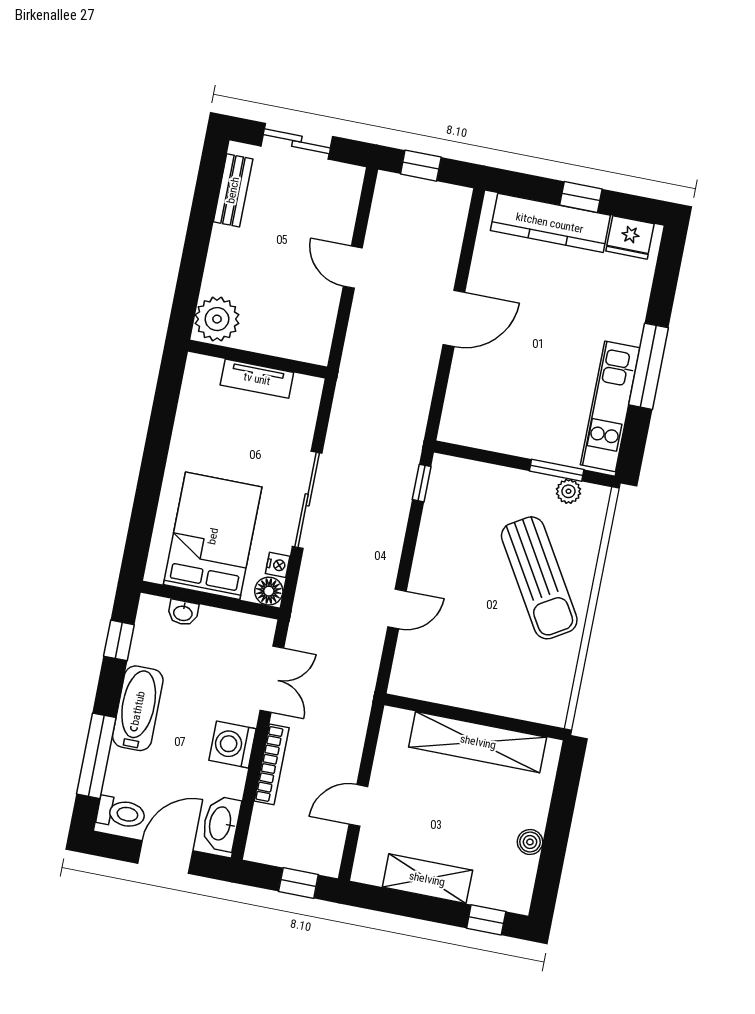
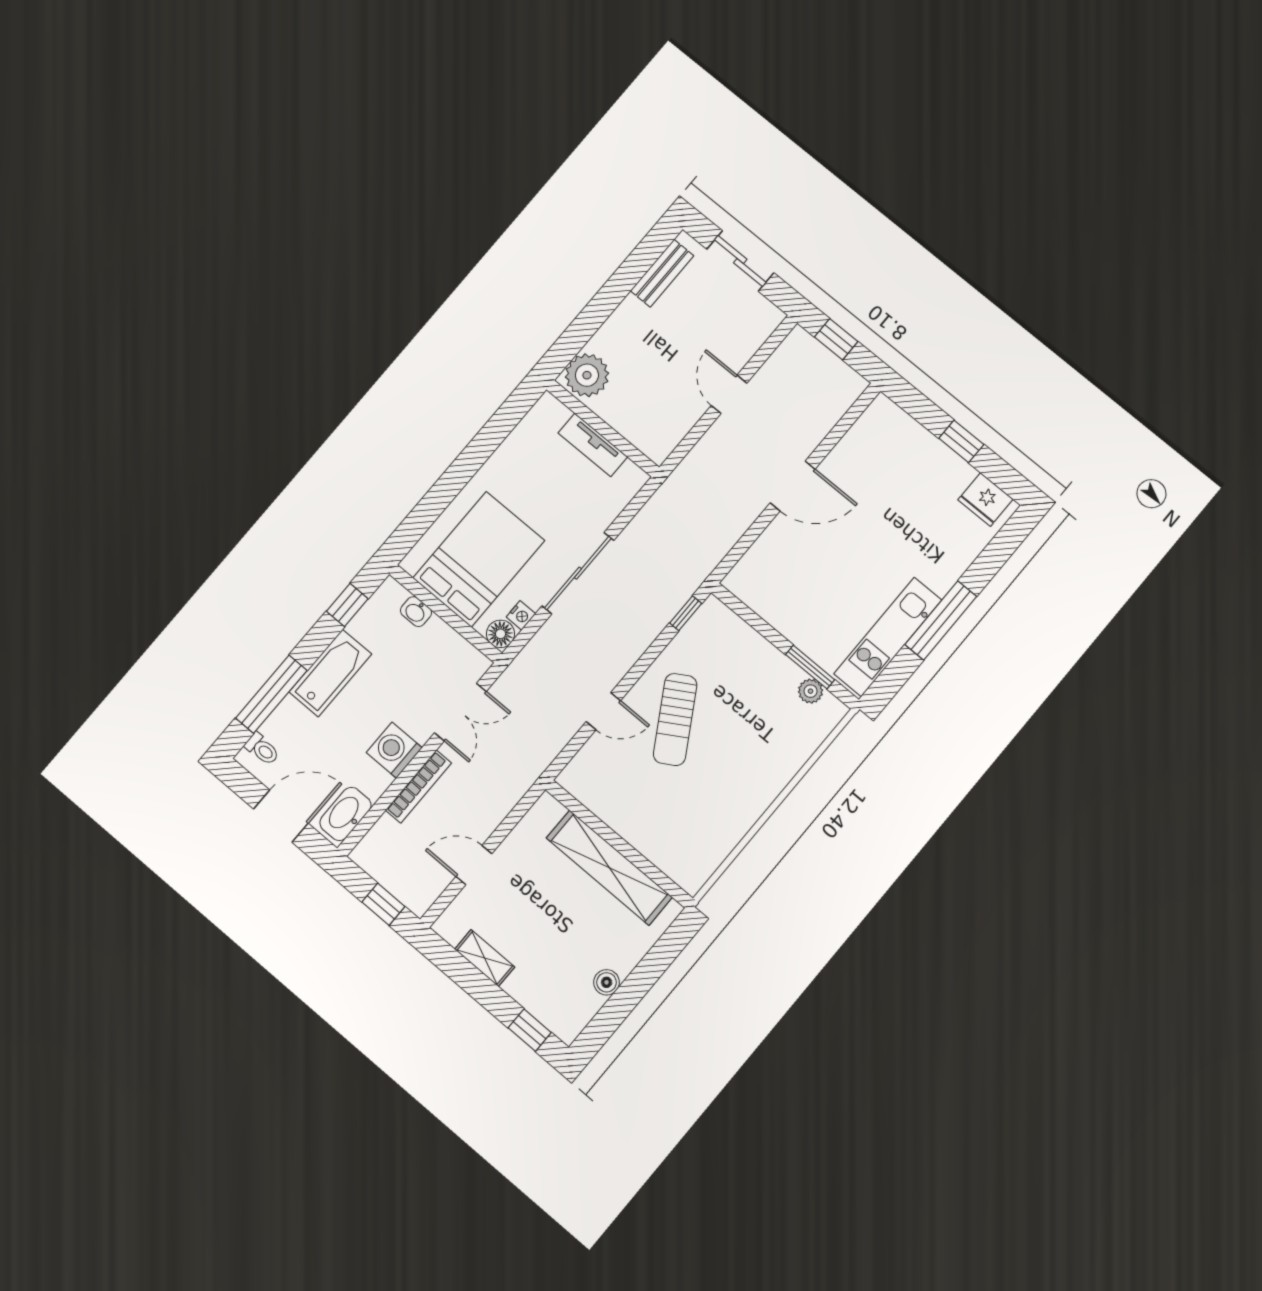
kitchen counter: (550, 223) -> (922, 449), removed
sun lounger: (539, 578) -> (675, 719), moved, width x0.73, depth x0.75
toilet: (121, 813) -> (262, 749), width x0.73, depth x0.72
shelving: (427, 879) -> (485, 958), width x0.67, depth x0.75

